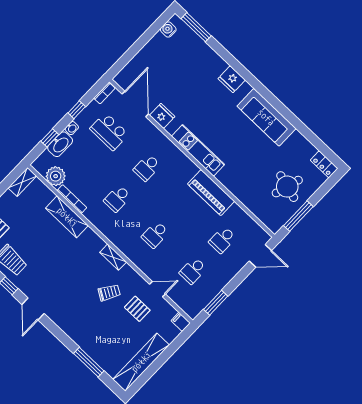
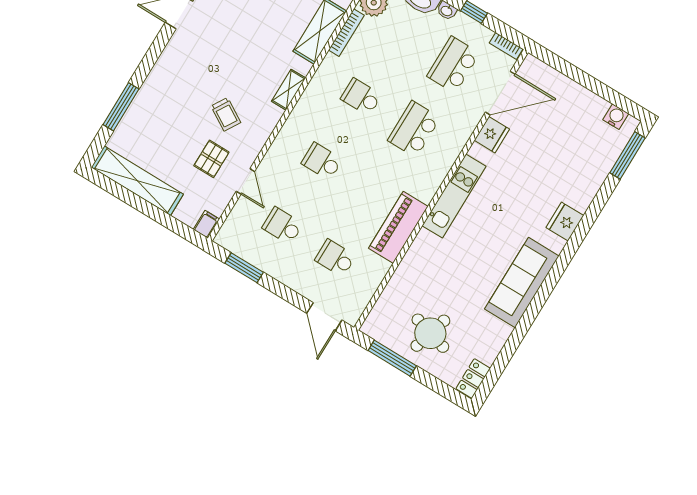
school desk: (147, 168) -> (414, 129), width x1.85
shelving: (113, 257) -> (289, 90), moved

